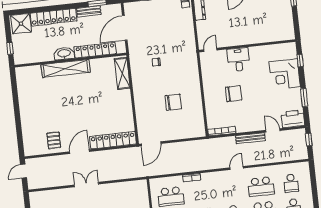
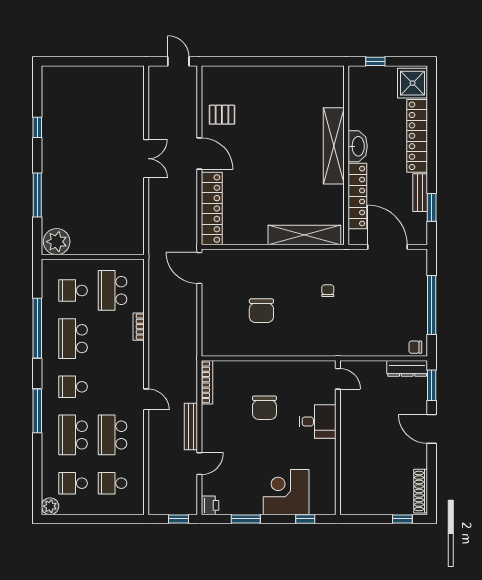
shelving: (122, 73) -> (304, 235), width x1.47
printer: (293, 119) -> (210, 505), width x0.53, depth x0.68

